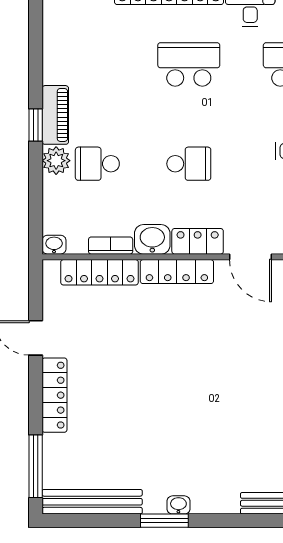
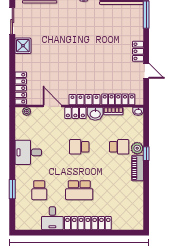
window: (36, 125) -> (146, 154), moved
locker: (54, 395) -> (138, 51), width x0.66

